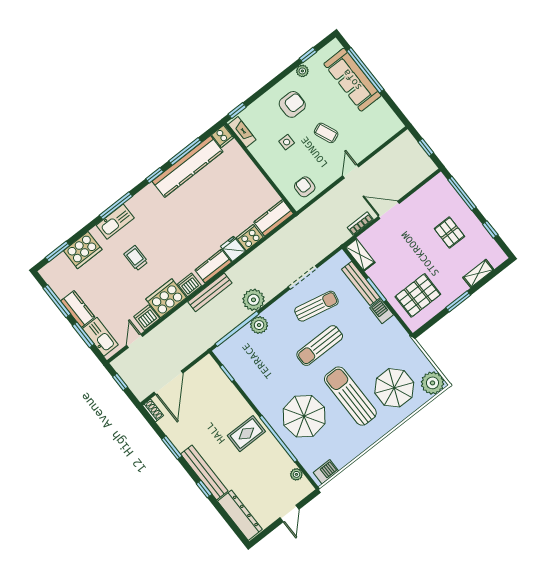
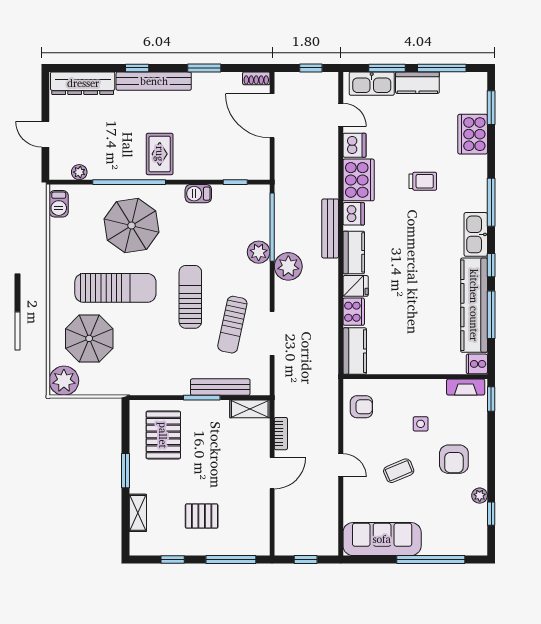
sofa: (352, 80) -> (382, 539), moved
kitchen sink: (115, 222) -> (476, 234), moved
barbecue: (382, 311) -> (198, 194), moved, turned 180

